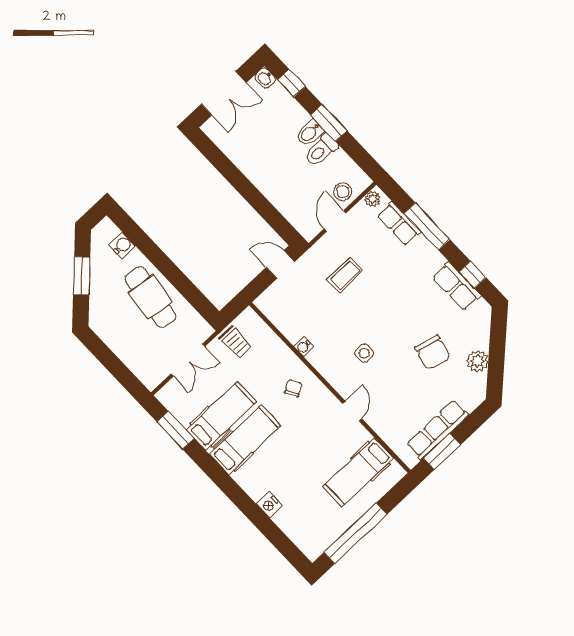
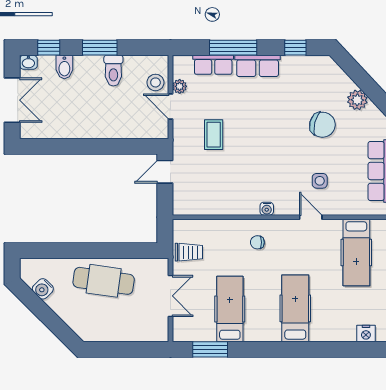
bidet: (310, 133) -> (64, 67), moved
plant: (373, 199) -> (180, 86), moved
water cooler: (122, 245) -> (43, 289), moved, turned -135
window: (82, 276) -> (45, 314), removed
row of seats: (457, 286) -> (258, 66), moved
water cooler: (304, 347) -> (267, 209), moved
side table: (364, 353) -> (320, 181), moved
chair: (293, 388) -> (257, 242), turned -61
hospital bed: (245, 440) -> (295, 308), moved
nightstand: (269, 505) -> (366, 334), moved

